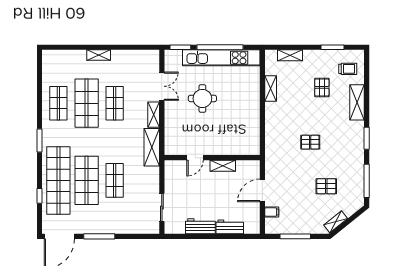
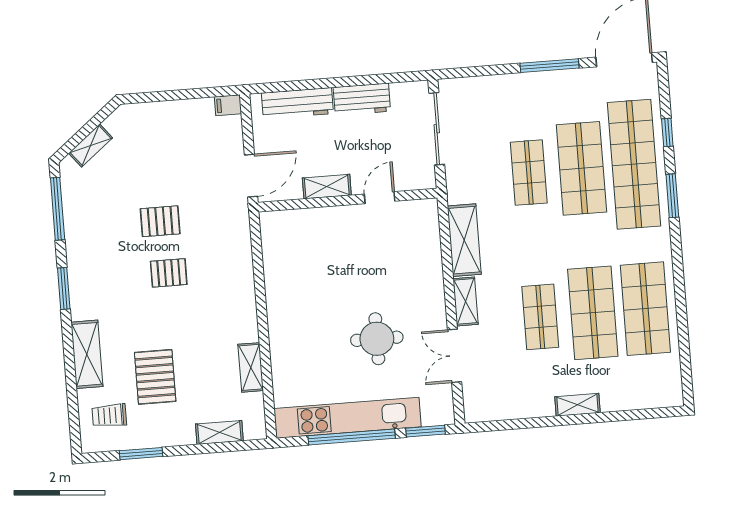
pallet: (322, 87) -> (155, 377), width x1.50, depth x1.42
shop shelf: (58, 103) -> (645, 309), width x1.43, depth x1.36
window: (39, 140) -> (672, 196), moved
door: (195, 158) -> (380, 198), moved
wall: (212, 158) -> (348, 200), moved
shelving: (223, 166) -> (327, 187), moved
pallet: (326, 186) -> (160, 221), moved
sliding door: (162, 208) -> (437, 129), width x1.37
filing cabinet: (272, 212) -> (228, 105), moved
shelving: (336, 222) -> (91, 145), moved
workbench: (230, 227) -> (297, 103), width x1.38
window: (295, 236) -> (183, 94), removed

